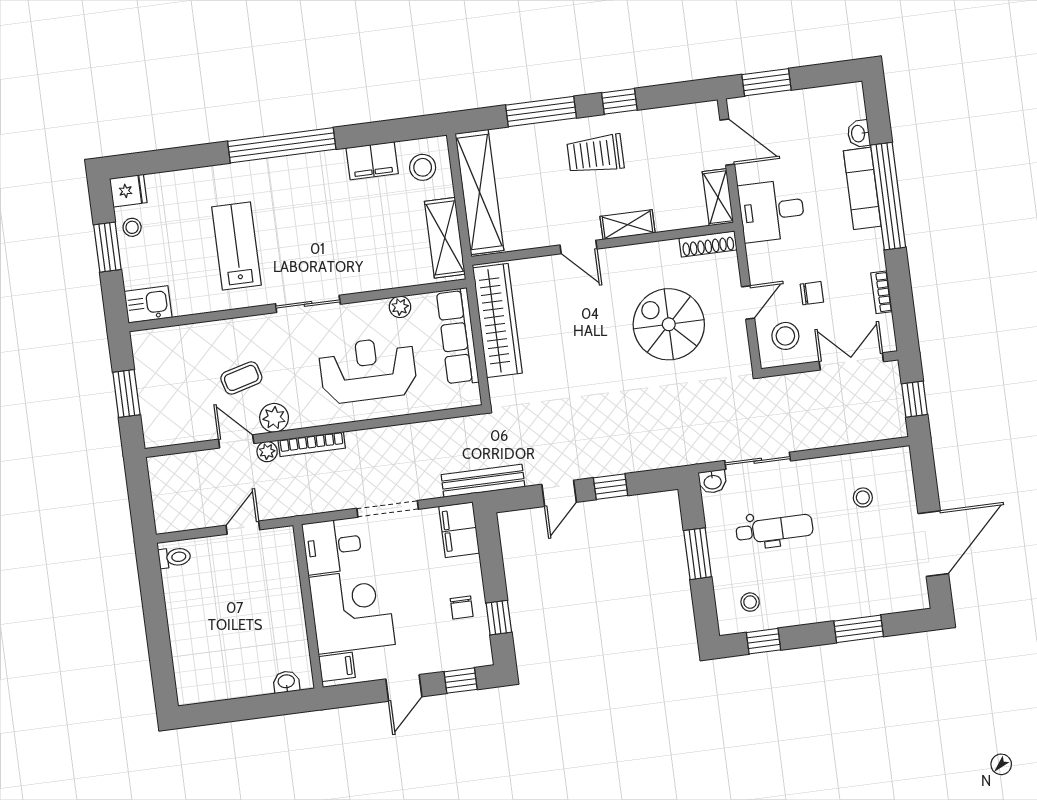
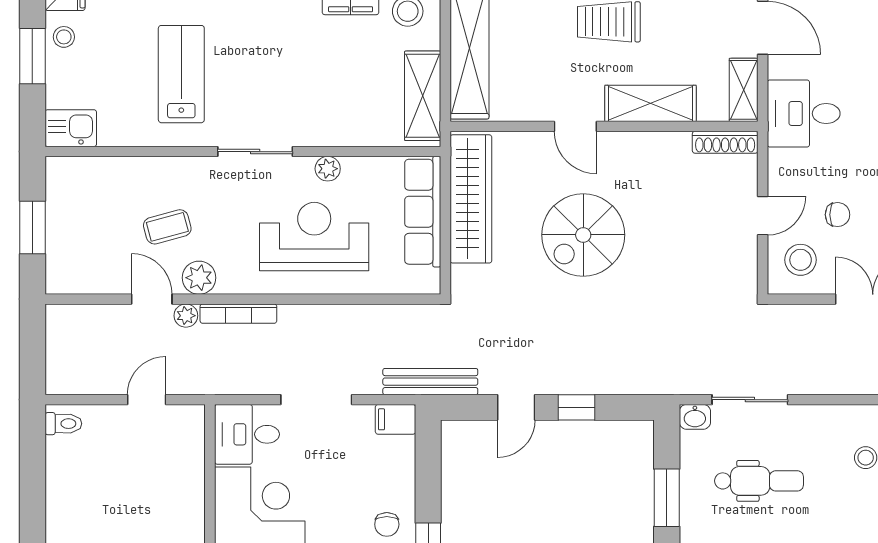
shelving: (628, 225) -> (651, 103), width x1.50, depth x1.33
plant: (400, 307) -> (328, 169), moved
spiral stairs: (669, 324) -> (583, 235), moved, turned -90
filing cabinet: (459, 530) -> (396, 419), width x0.50

